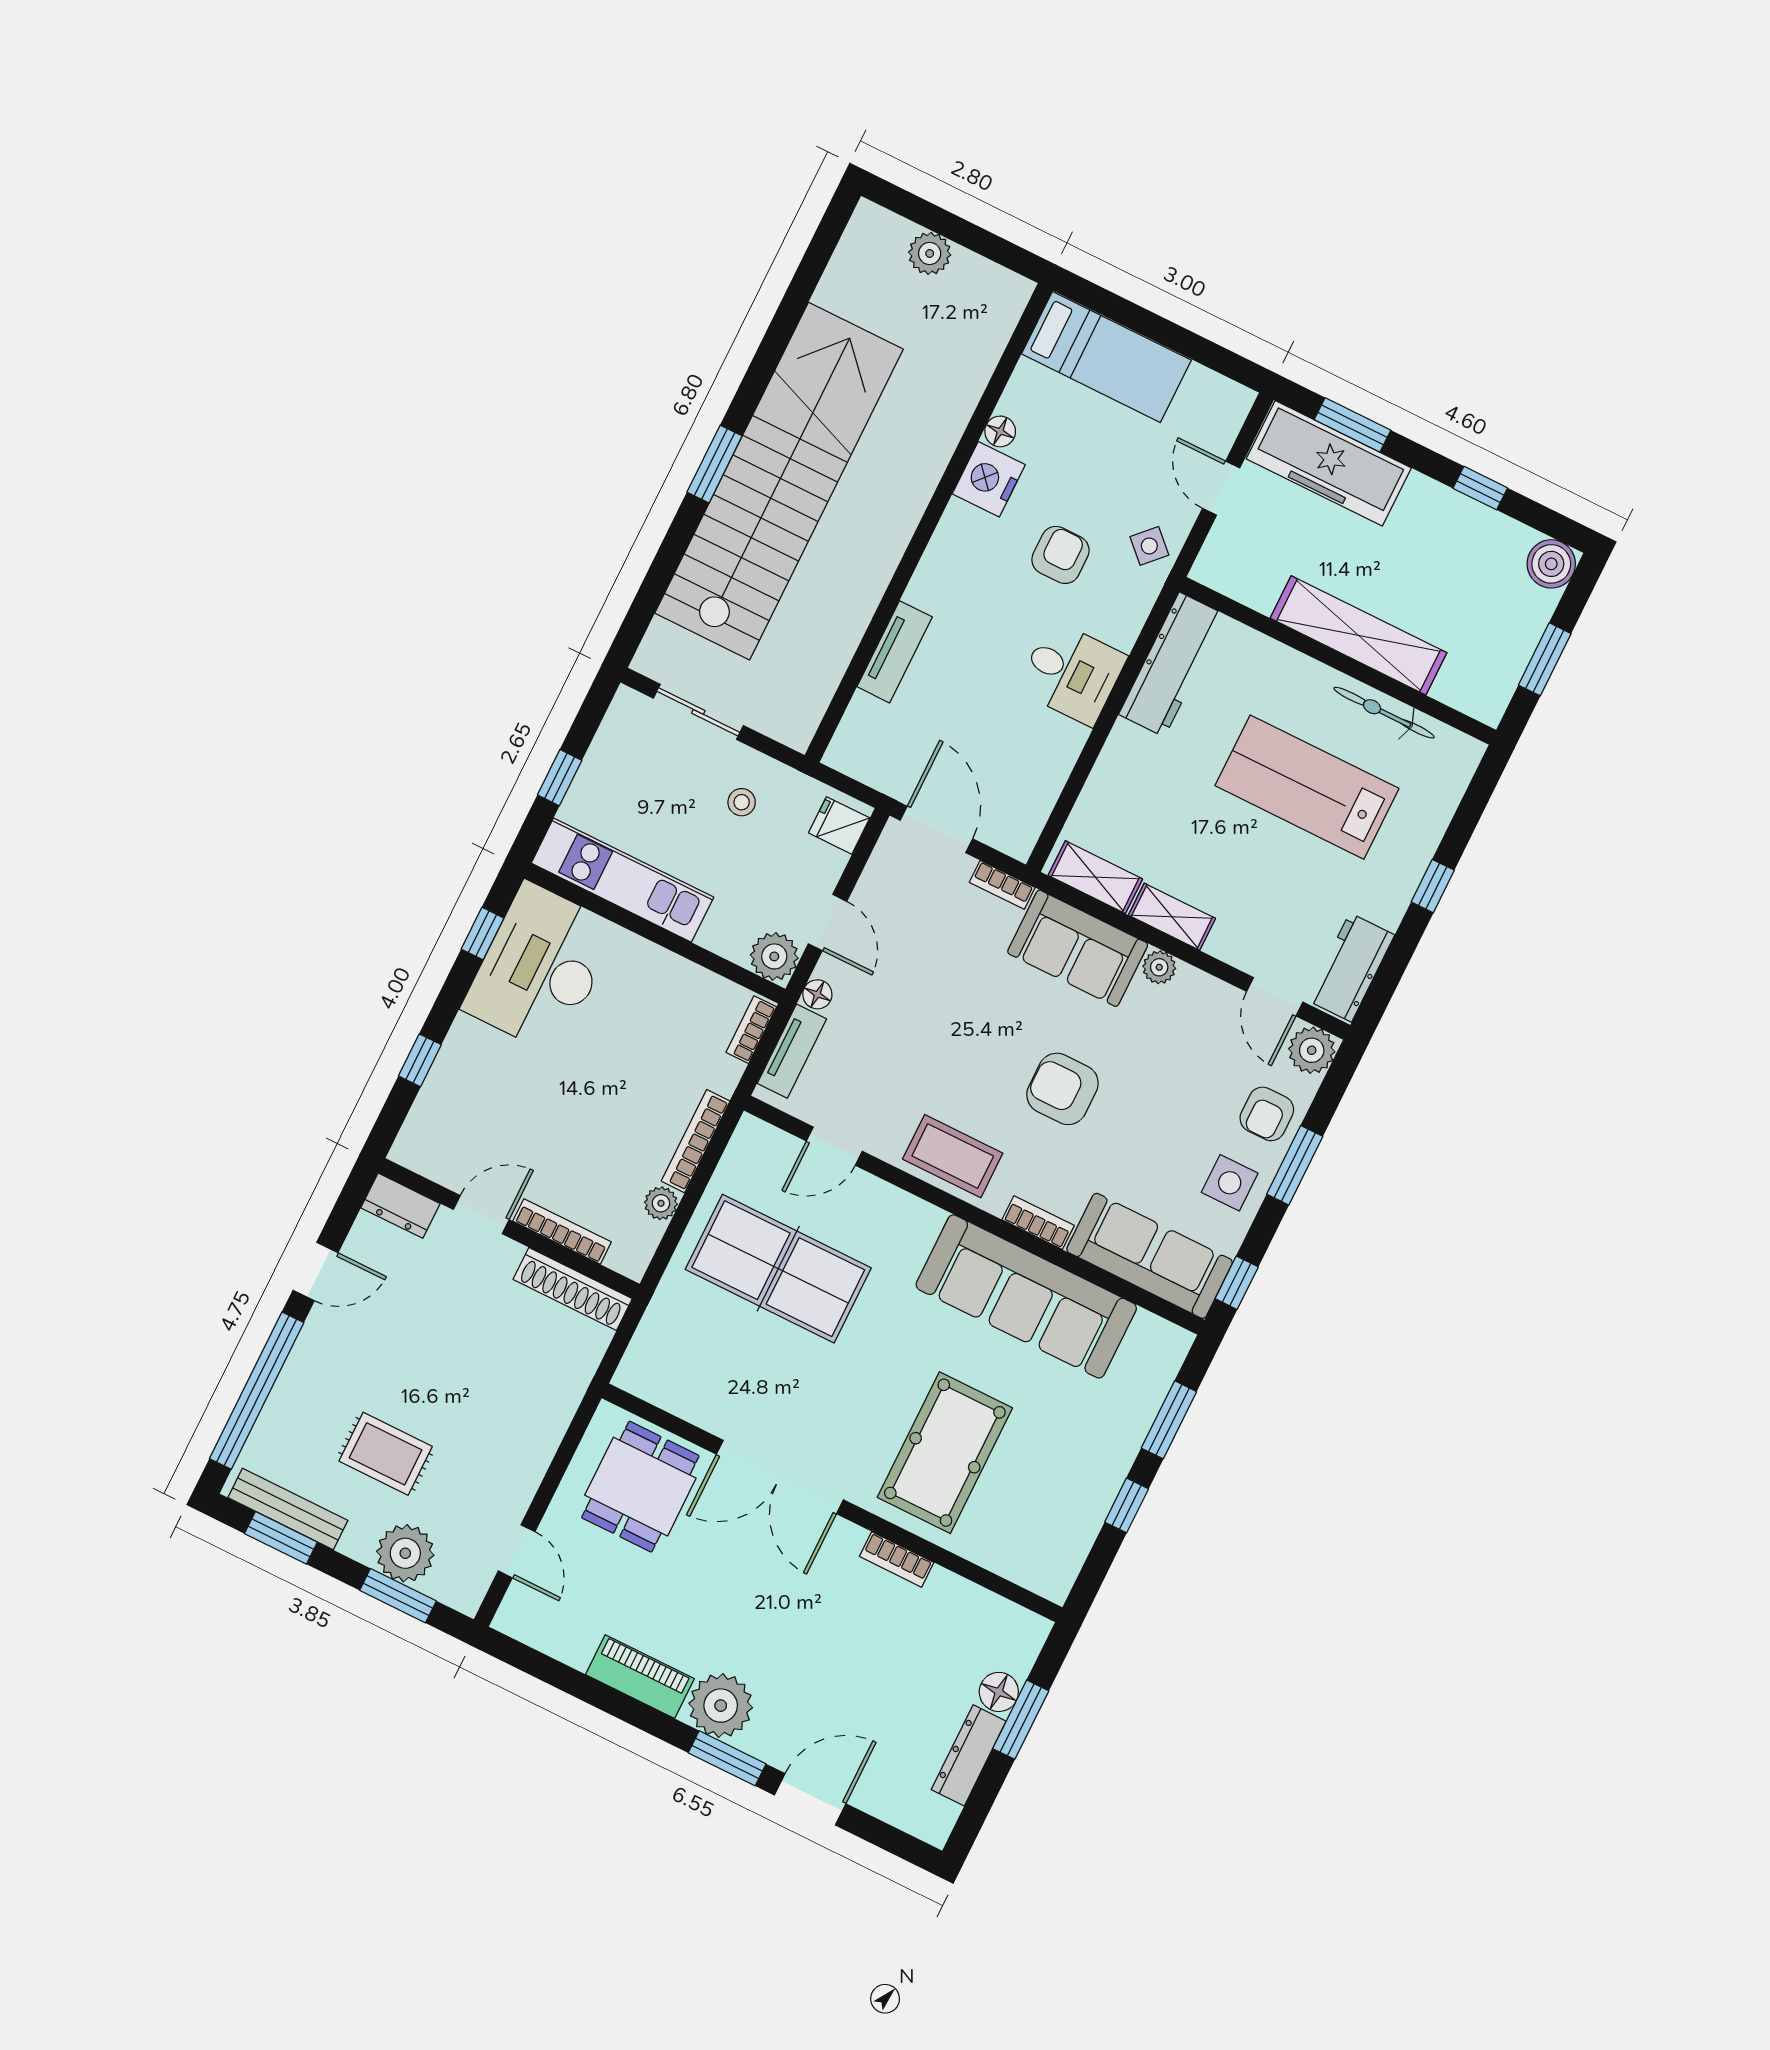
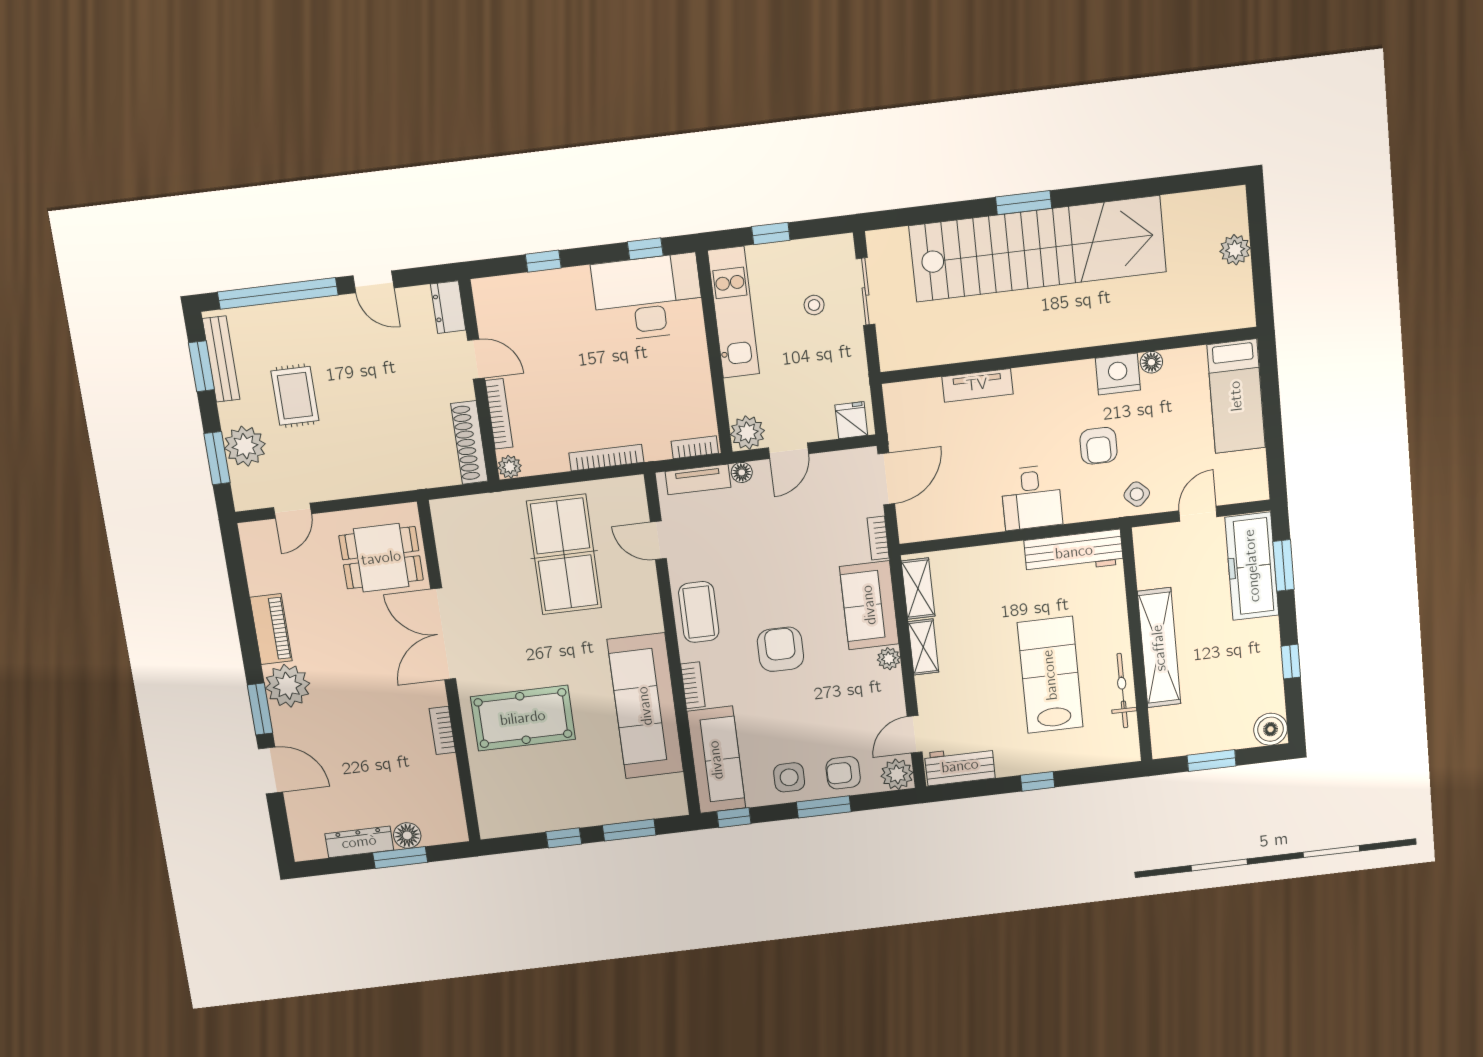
armchair: (1060, 555) -> (1099, 446), turned 90
stool: (742, 802) -> (814, 305), moved
plant: (661, 1203) -> (510, 467), moved

